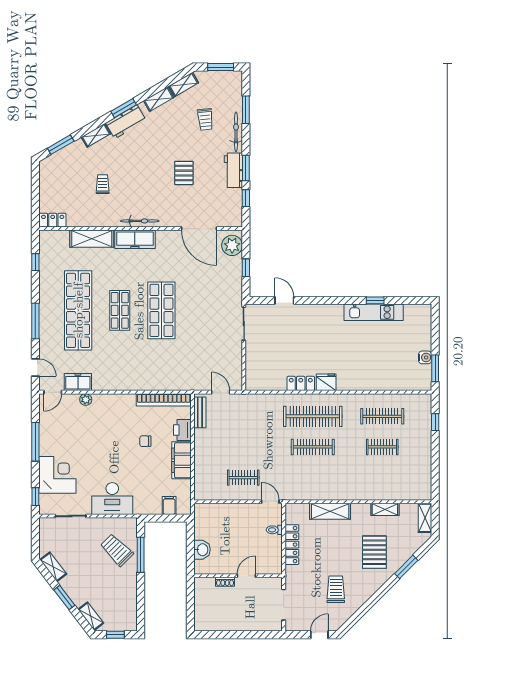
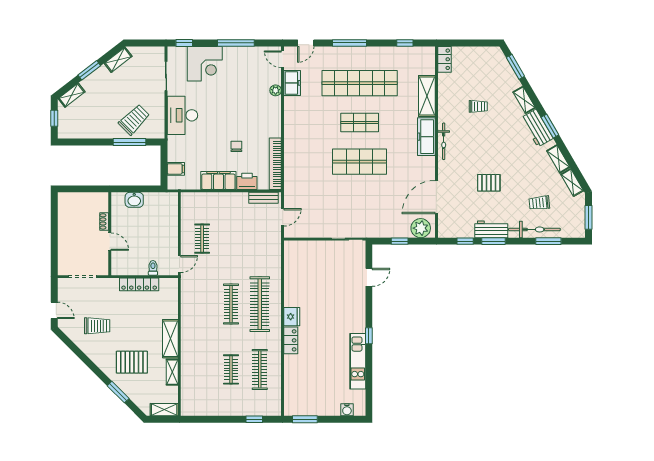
bicycle: (236, 132) -> (534, 229), width x1.37, depth x1.40
window: (375, 300) -> (369, 336), moved
water cooler: (425, 357) -> (347, 410), moved
locker: (301, 383) -> (291, 340), moved
shelving: (330, 511) -> (170, 339), moved

